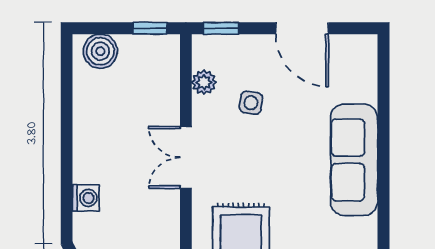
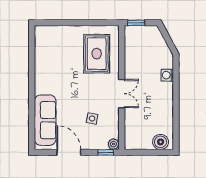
window: (150, 28) -> (138, 152), removed
plant: (204, 82) -> (113, 144), moved
sofa: (354, 160) -> (45, 120), moved

